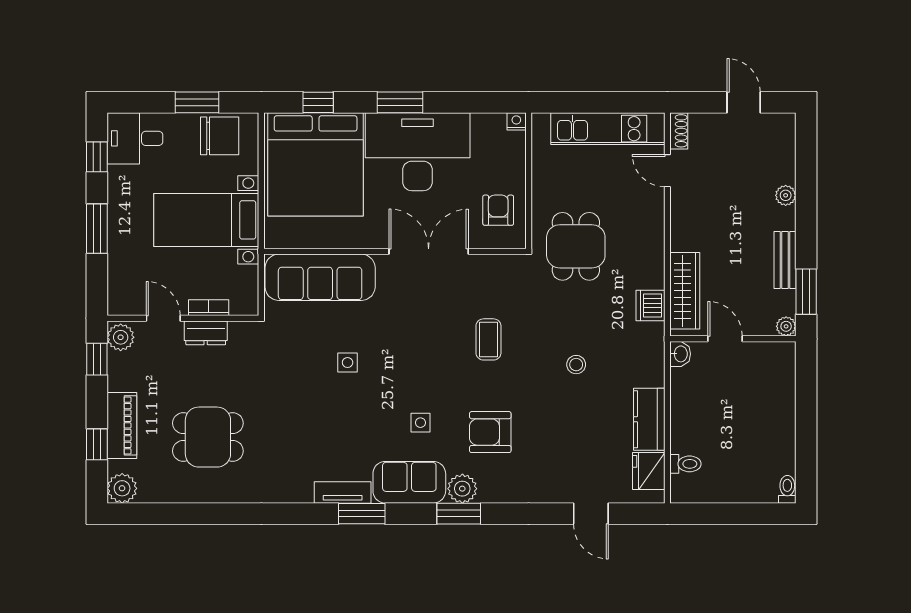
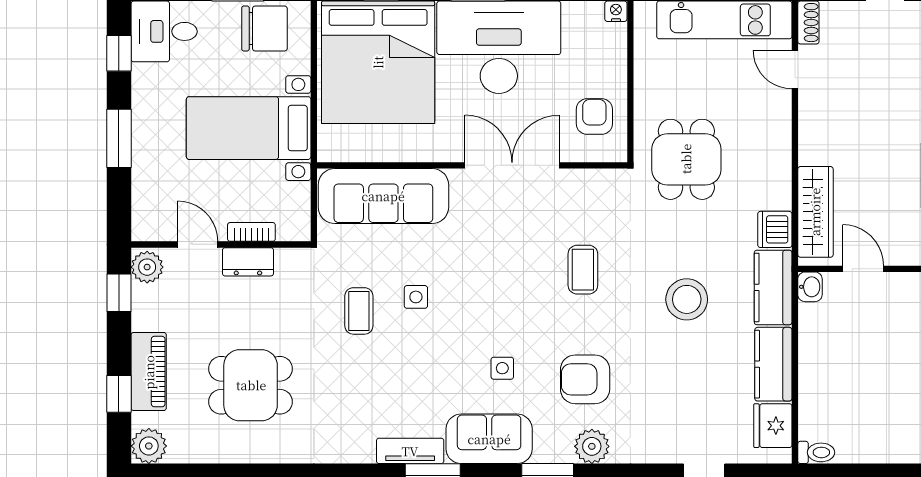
kitchen counter: (649, 354) -> (773, 287), added
stool: (576, 365) -> (687, 299), width x1.89, depth x1.89
coffee table: (299, 374) -> (359, 311), added
toilet: (685, 464) -> (816, 452), moved
plant: (462, 489) -> (592, 446), moved

